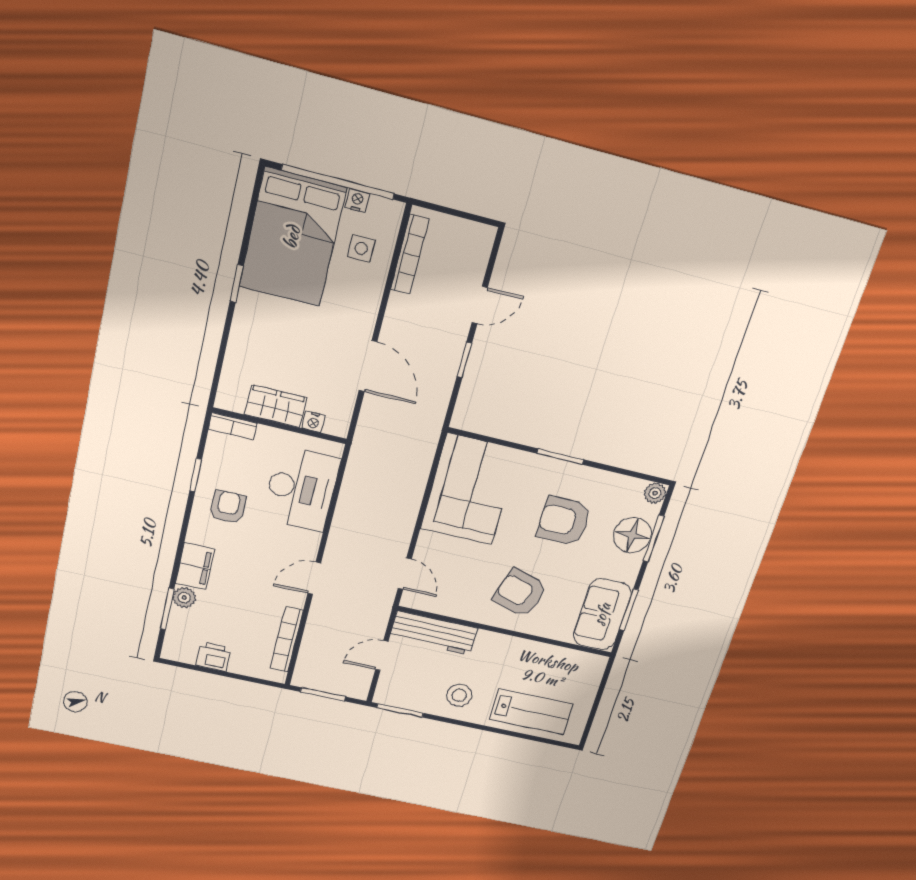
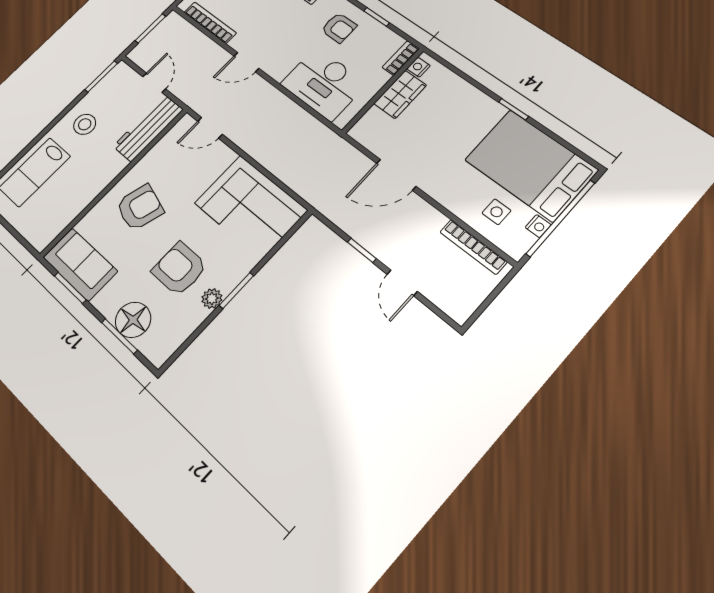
nightstand: (314, 422) -> (419, 67), moved
plant: (655, 493) -> (212, 299), moved
armchair: (564, 521) -> (179, 269), turned -90
door: (314, 578) -> (246, 62), swing flipped

